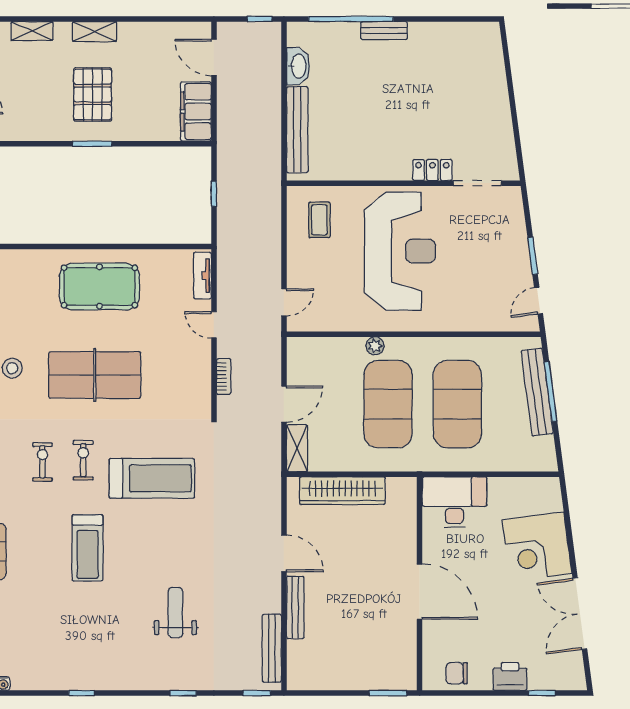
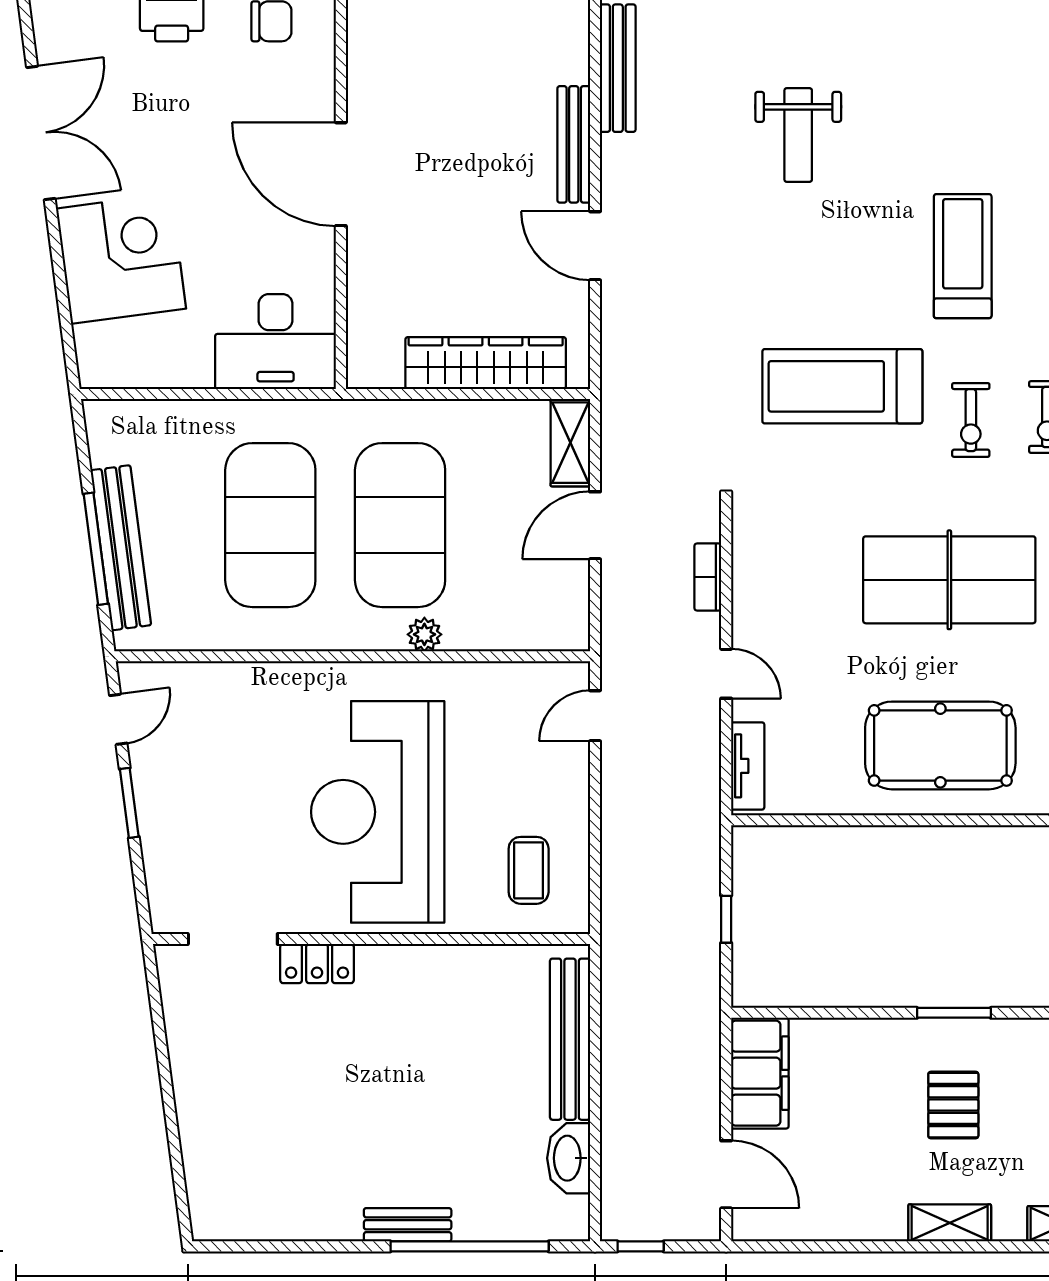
pallet: (93, 94) -> (953, 1105), width x0.67, depth x0.71

